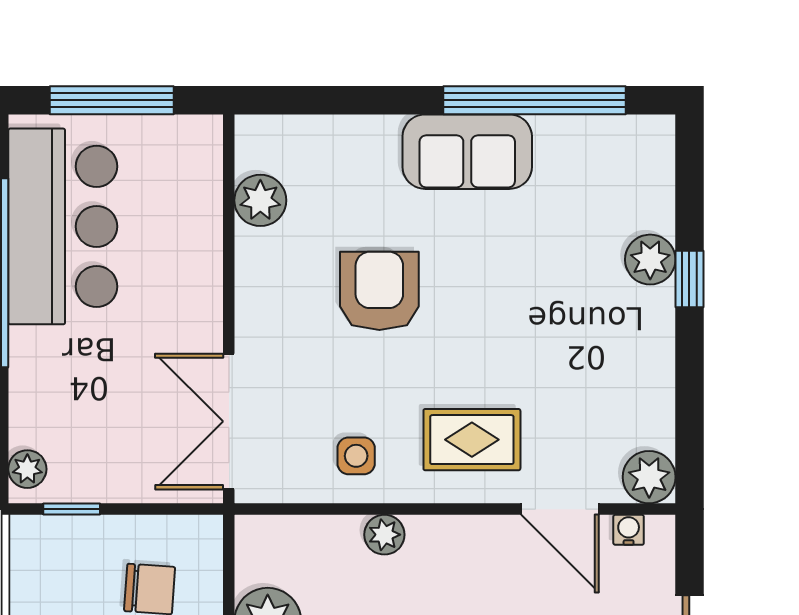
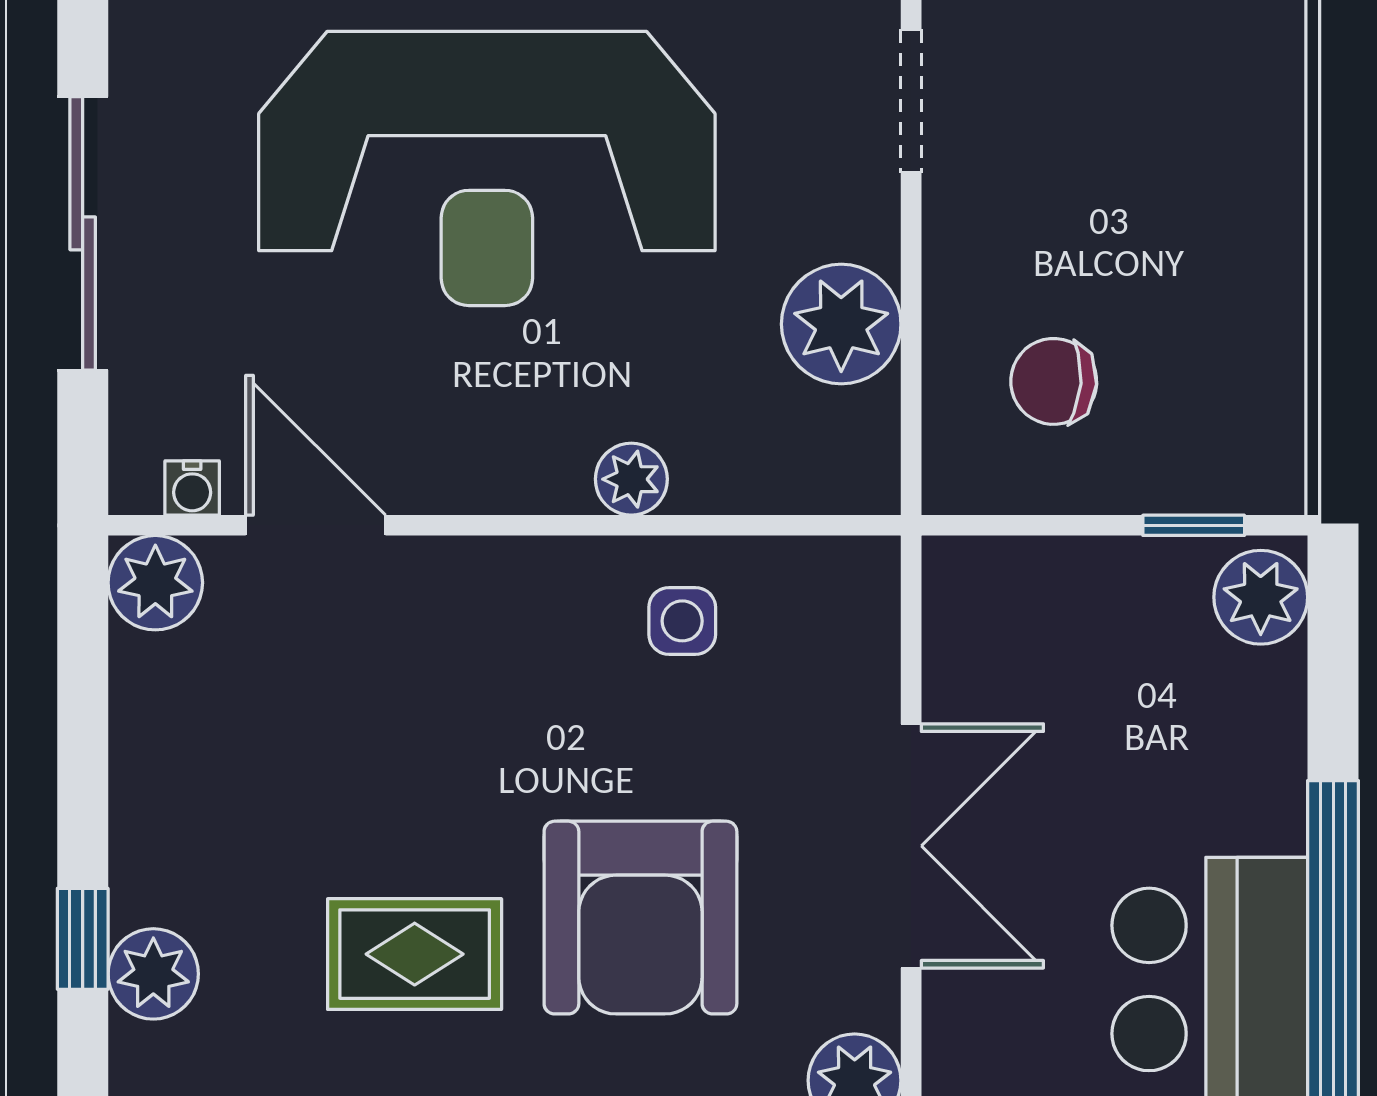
armchair: (379, 291) -> (640, 918), width x1.36, depth x1.36
double door: (229, 421) -> (911, 846), moved
rug: (472, 440) -> (415, 954), moved
plant: (27, 469) -> (1261, 597), width x1.38, depth x1.38

